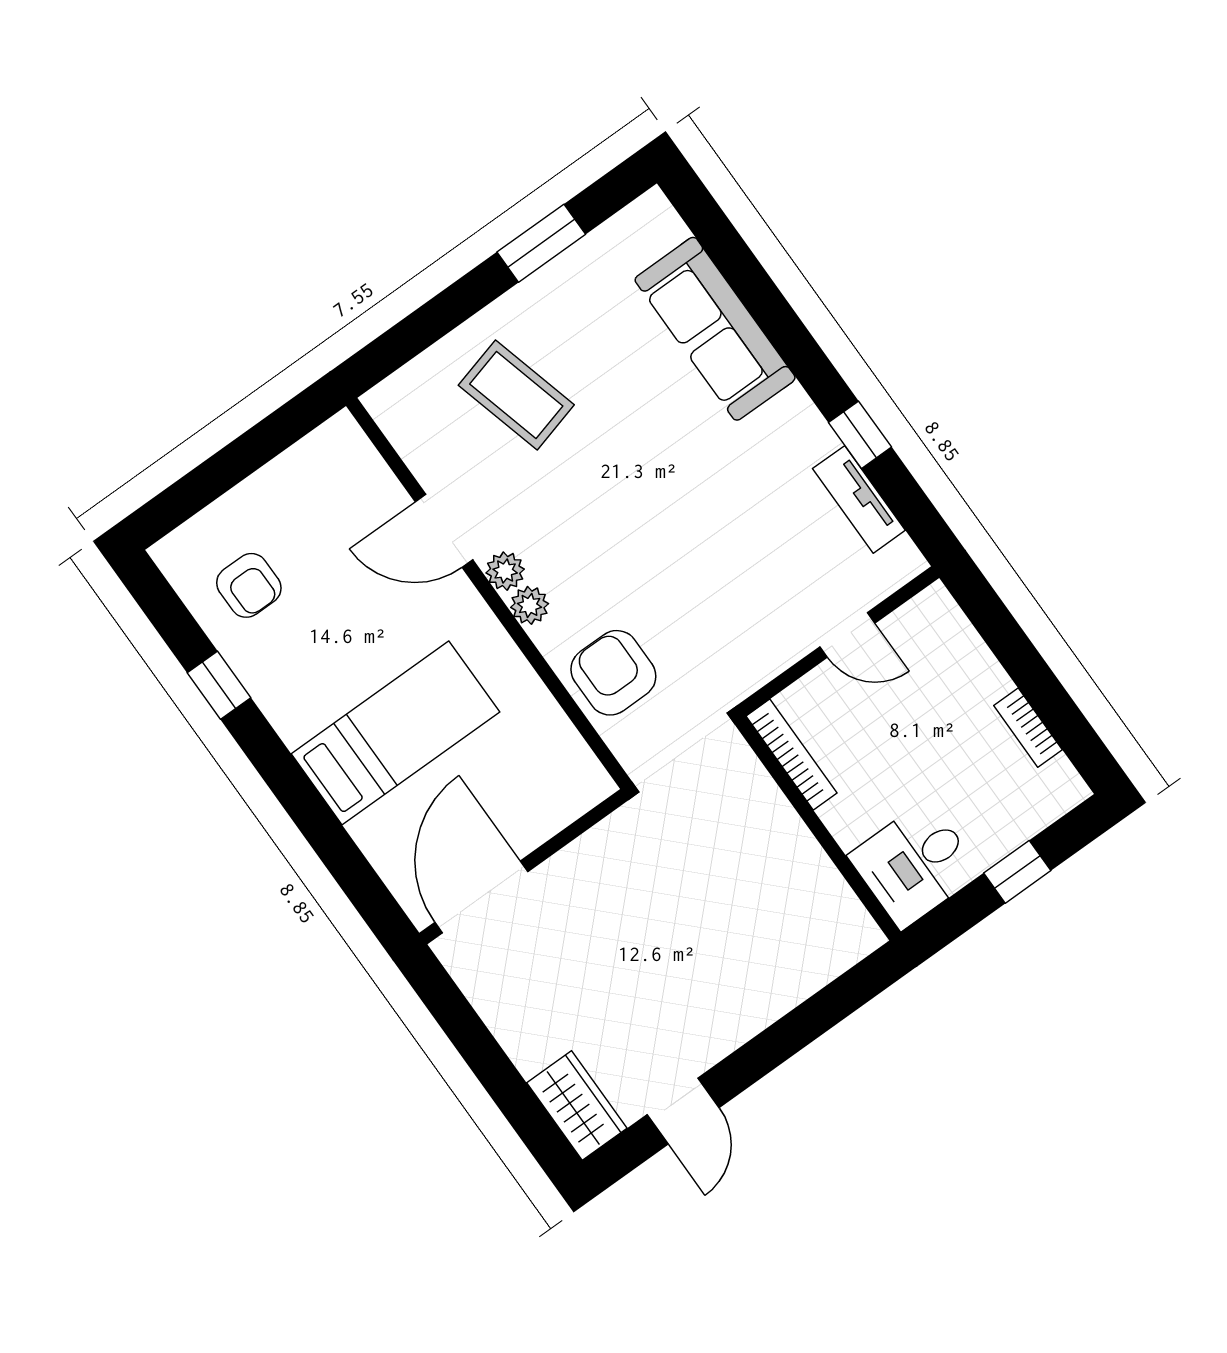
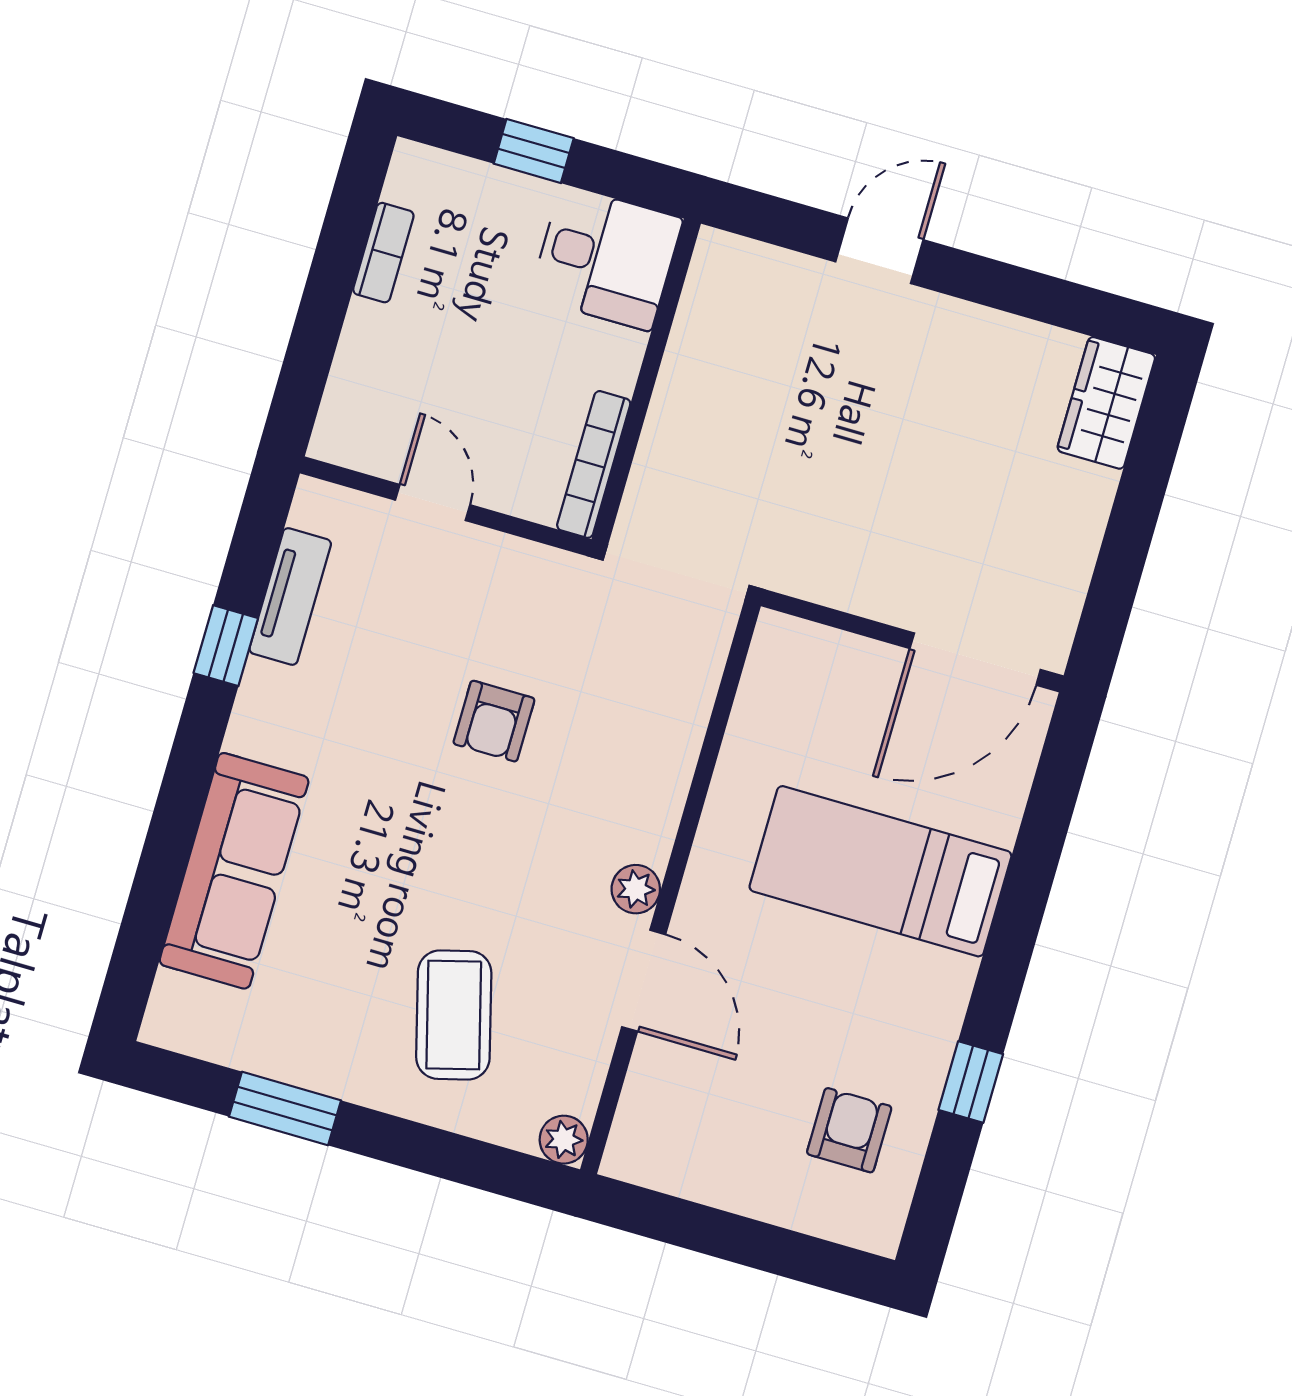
plant: (530, 605) -> (564, 1140), moved
armchair: (613, 673) -> (494, 721), moved, width x0.72, depth x0.72
door: (683, 1111) -> (879, 251), moved

